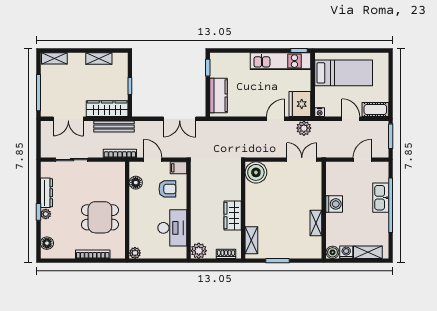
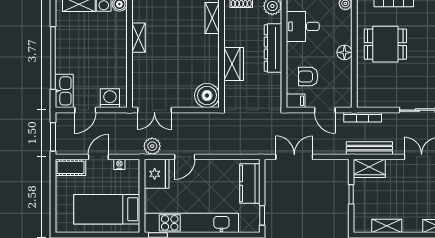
kitchen unit: (281, 61) -> (191, 223), width x1.36
wardrobe: (107, 109) -> (369, 168), width x0.67
nightstand: (320, 112) -> (119, 164), moved
door: (351, 119) -> (98, 157), swing flipped
floor lamp: (136, 183) -> (344, 52), moved
kitchen sink: (381, 198) -> (64, 91), moved
washing machine: (334, 204) -> (110, 98), moved, turned 90
dresser: (198, 214) -> (273, 48), added
wardrobe: (233, 215) -> (234, 64), moved
desk: (172, 228) -> (303, 26), width x0.73

